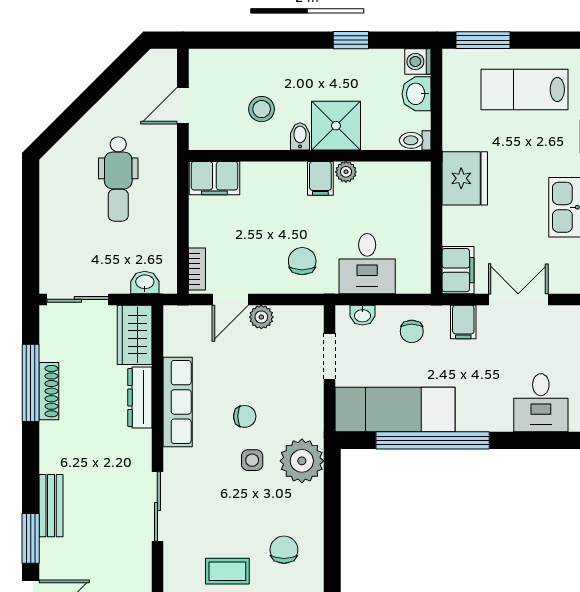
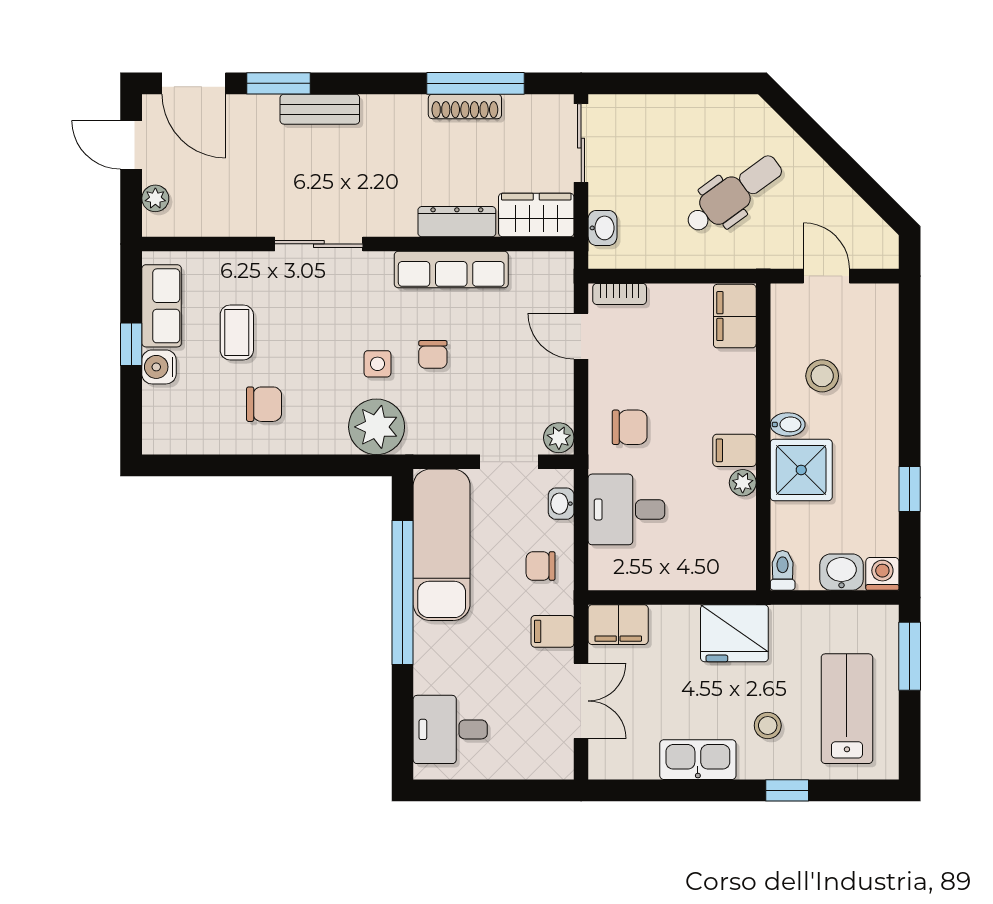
stool: (538, 152) -> (768, 725), added
dental chair: (118, 179) -> (734, 194), turned 144
plant: (261, 317) -> (559, 438), moved

